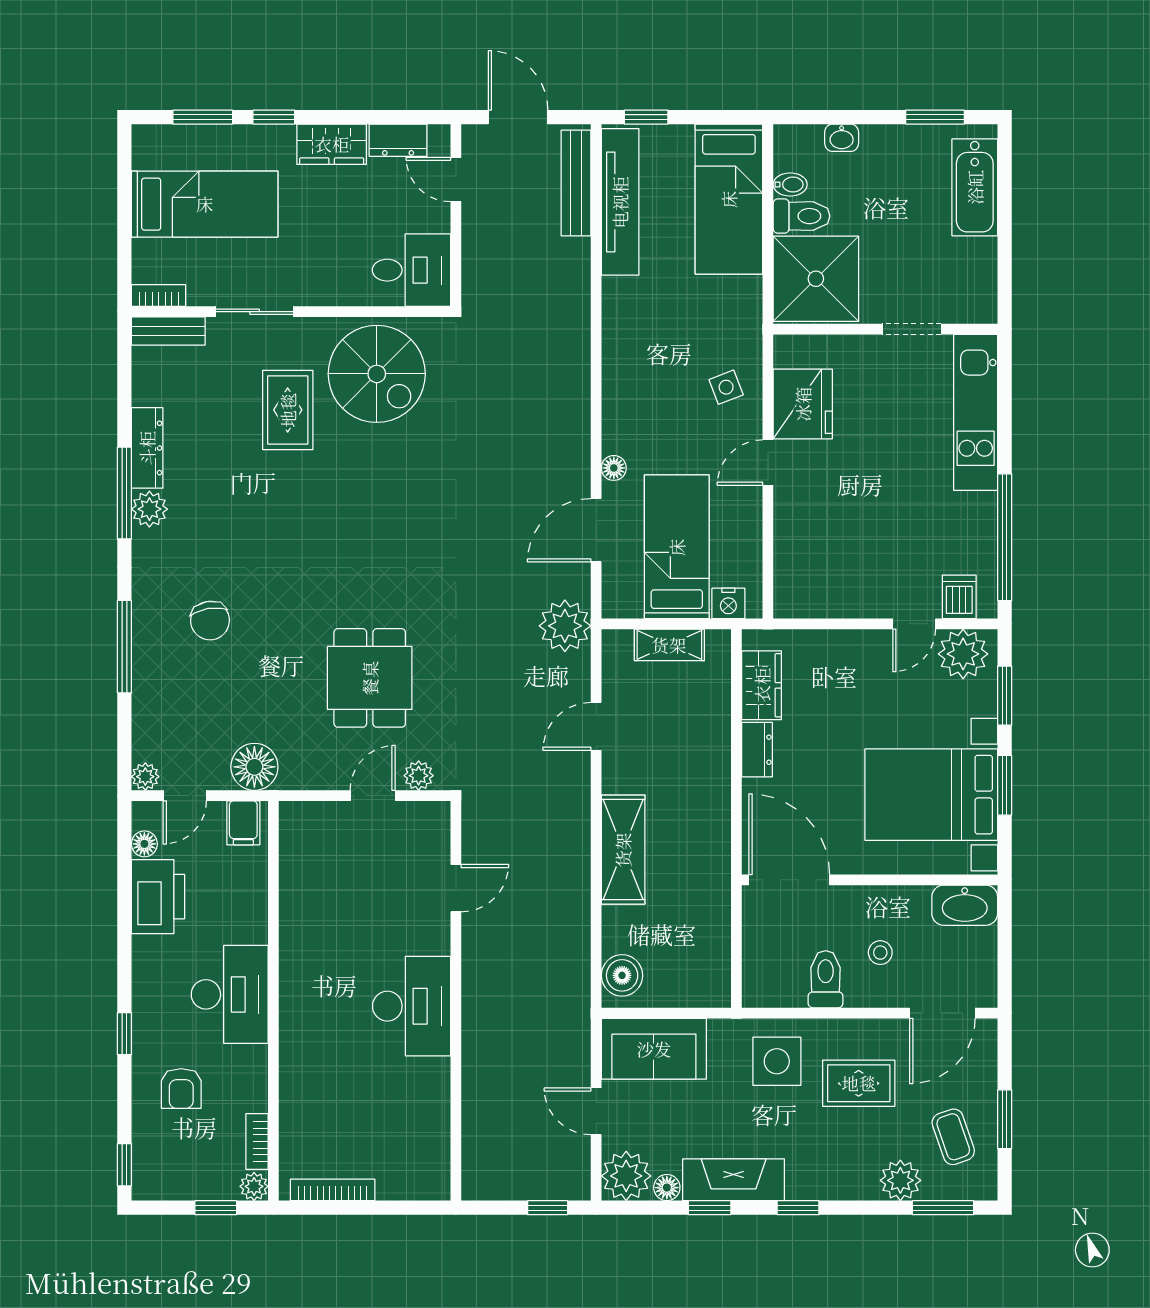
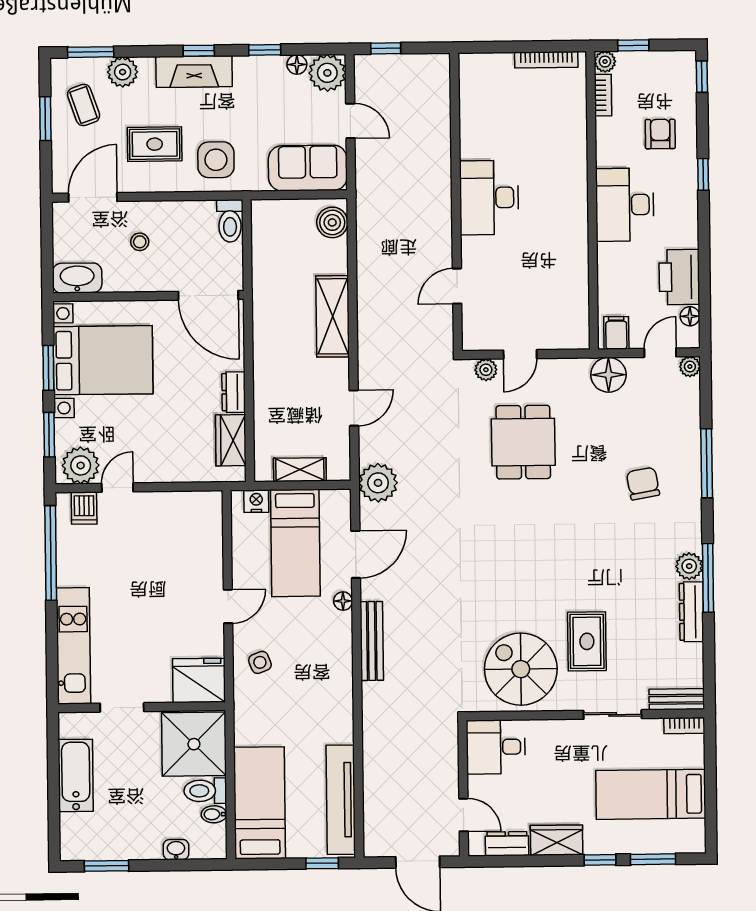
bench: (576, 183) -> (372, 641), moved
bathtub: (975, 187) -> (76, 775), moved
fridge: (803, 404) -> (199, 680), moved, turned 90
toilet: (826, 979) -> (230, 221), moved
fireplace: (734, 1180) -> (194, 72), moved

